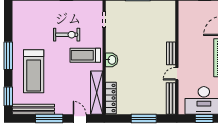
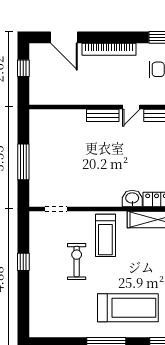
washbasin: (112, 60) -> (132, 198), moved
door: (177, 74) -> (131, 107), hinge flipped

